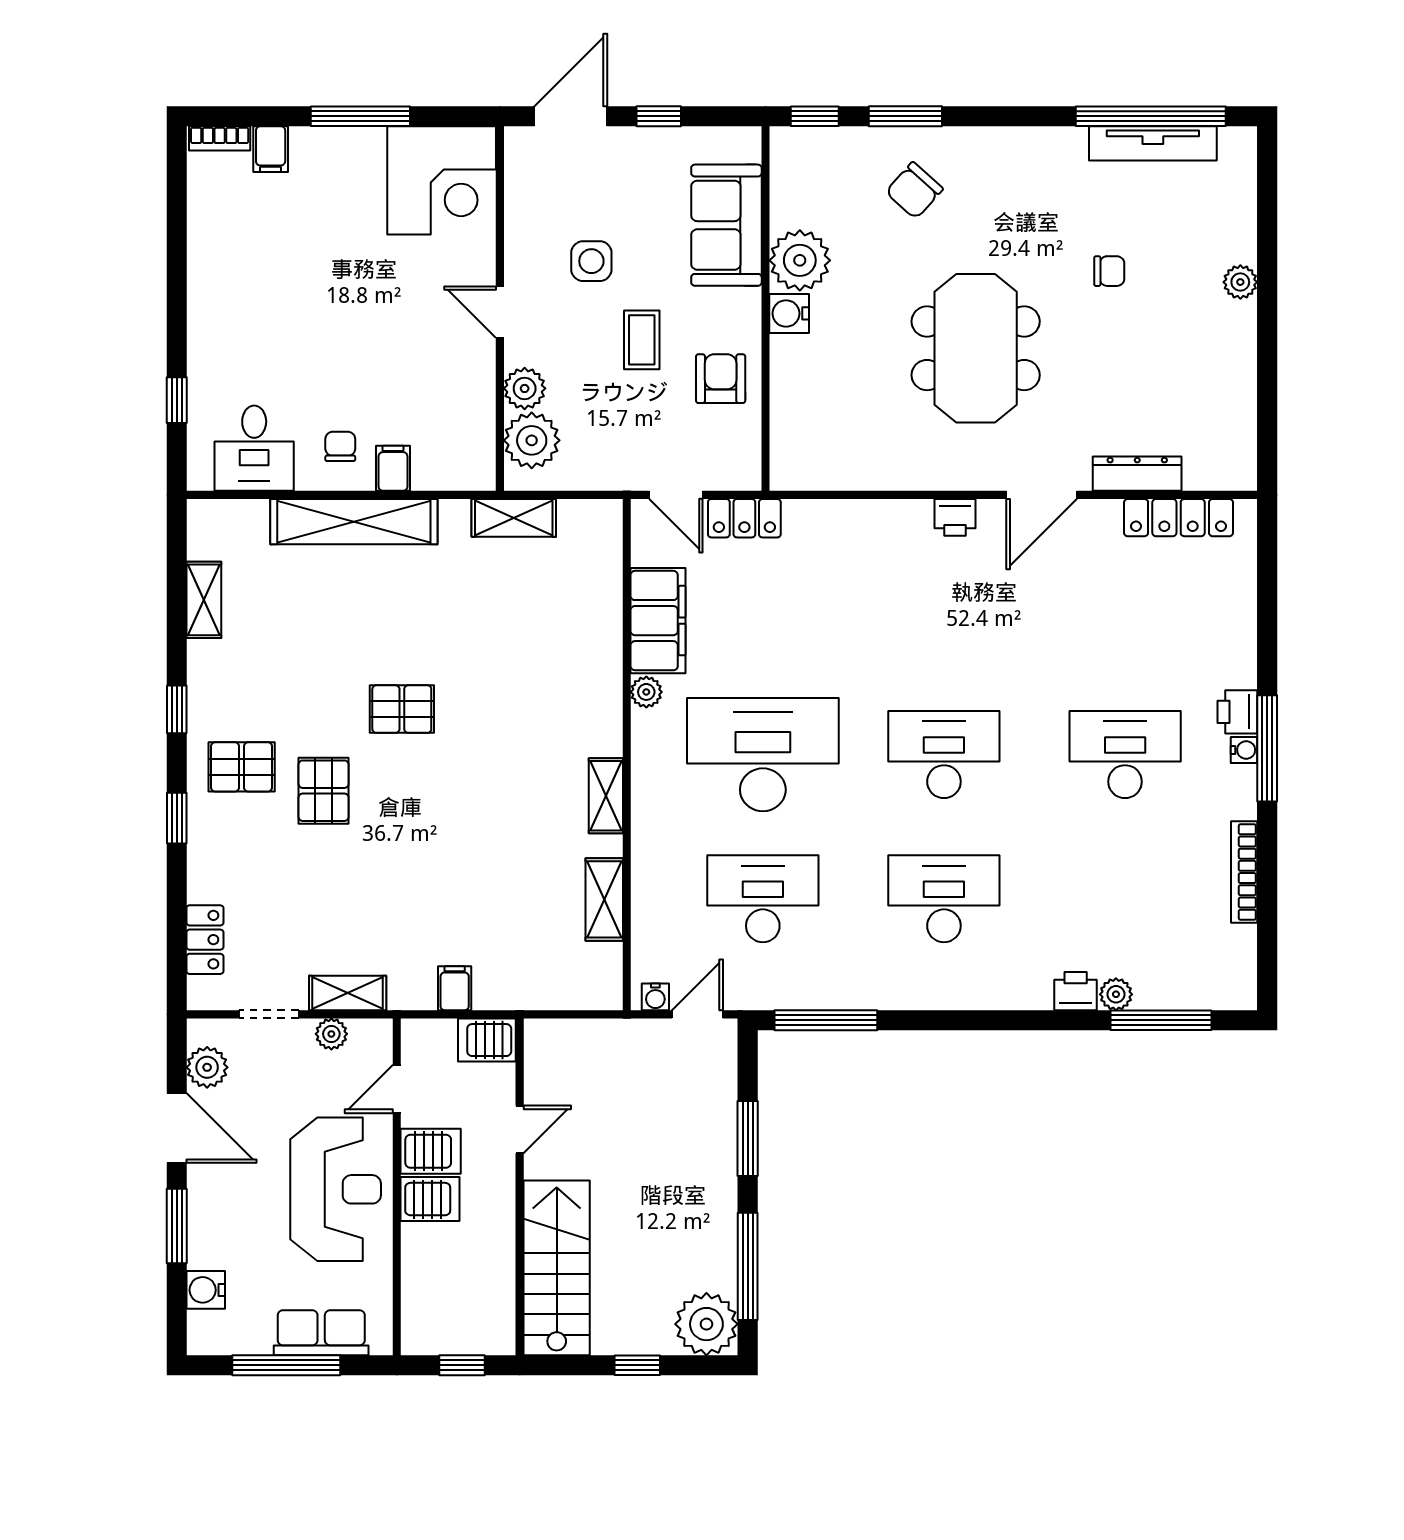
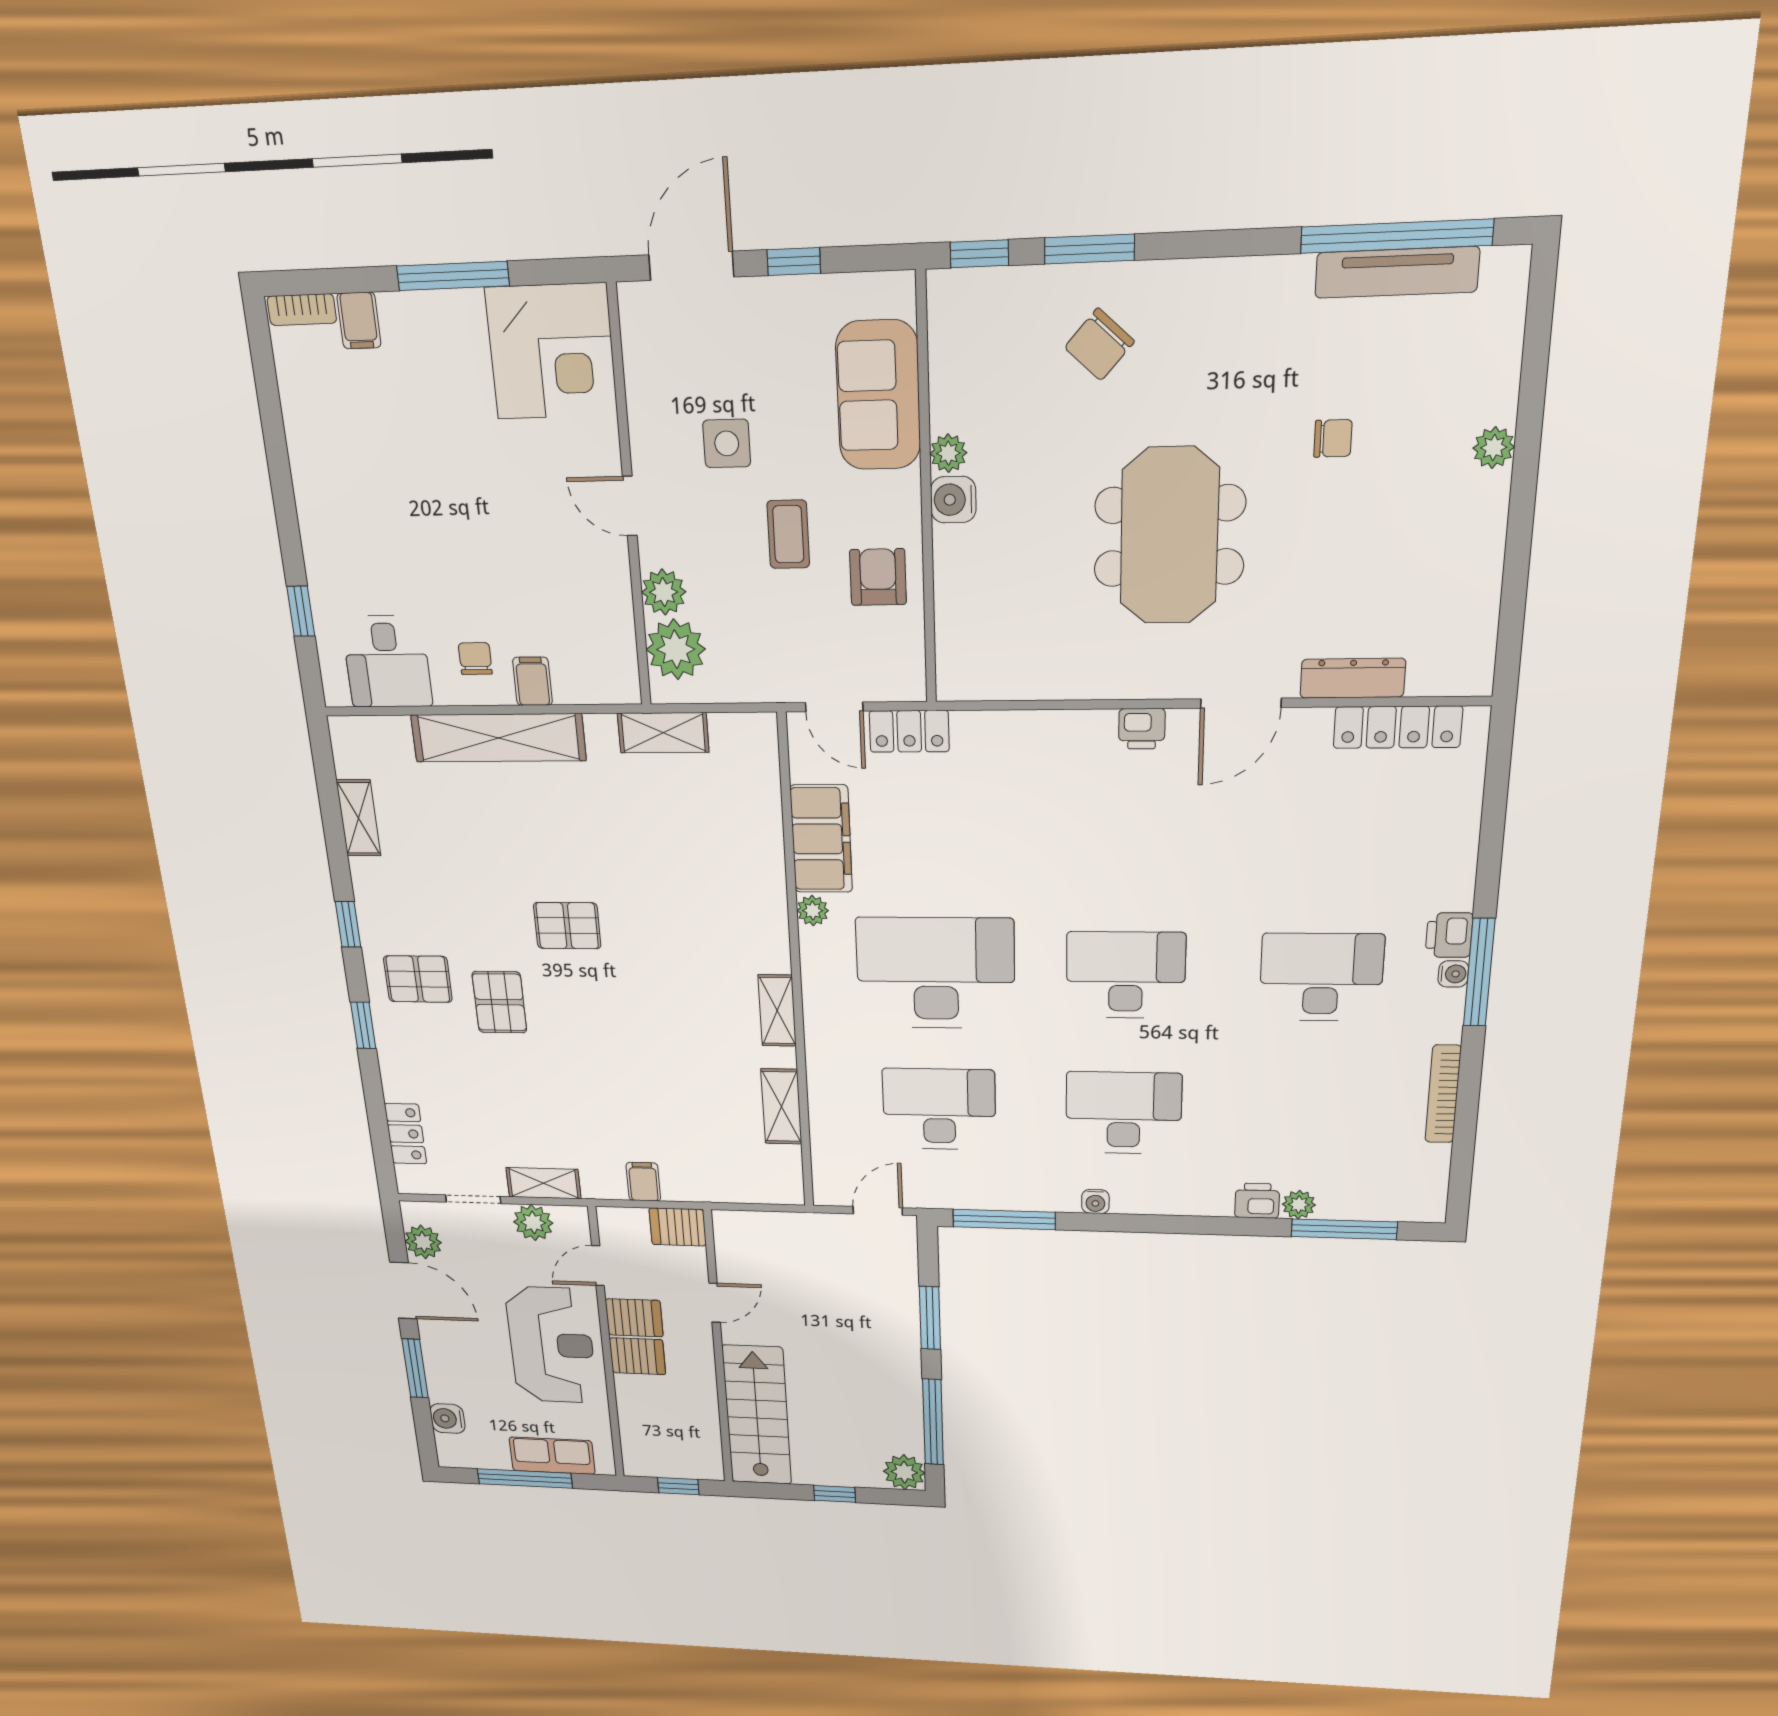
plant: (800, 260) -> (948, 453), width x0.53, depth x0.53
water cooler: (655, 997) -> (1095, 1201), moved
plant: (331, 1034) -> (533, 1223), width x1.38, depth x1.38
plant: (706, 1324) -> (904, 1472), width x0.73, depth x0.73

